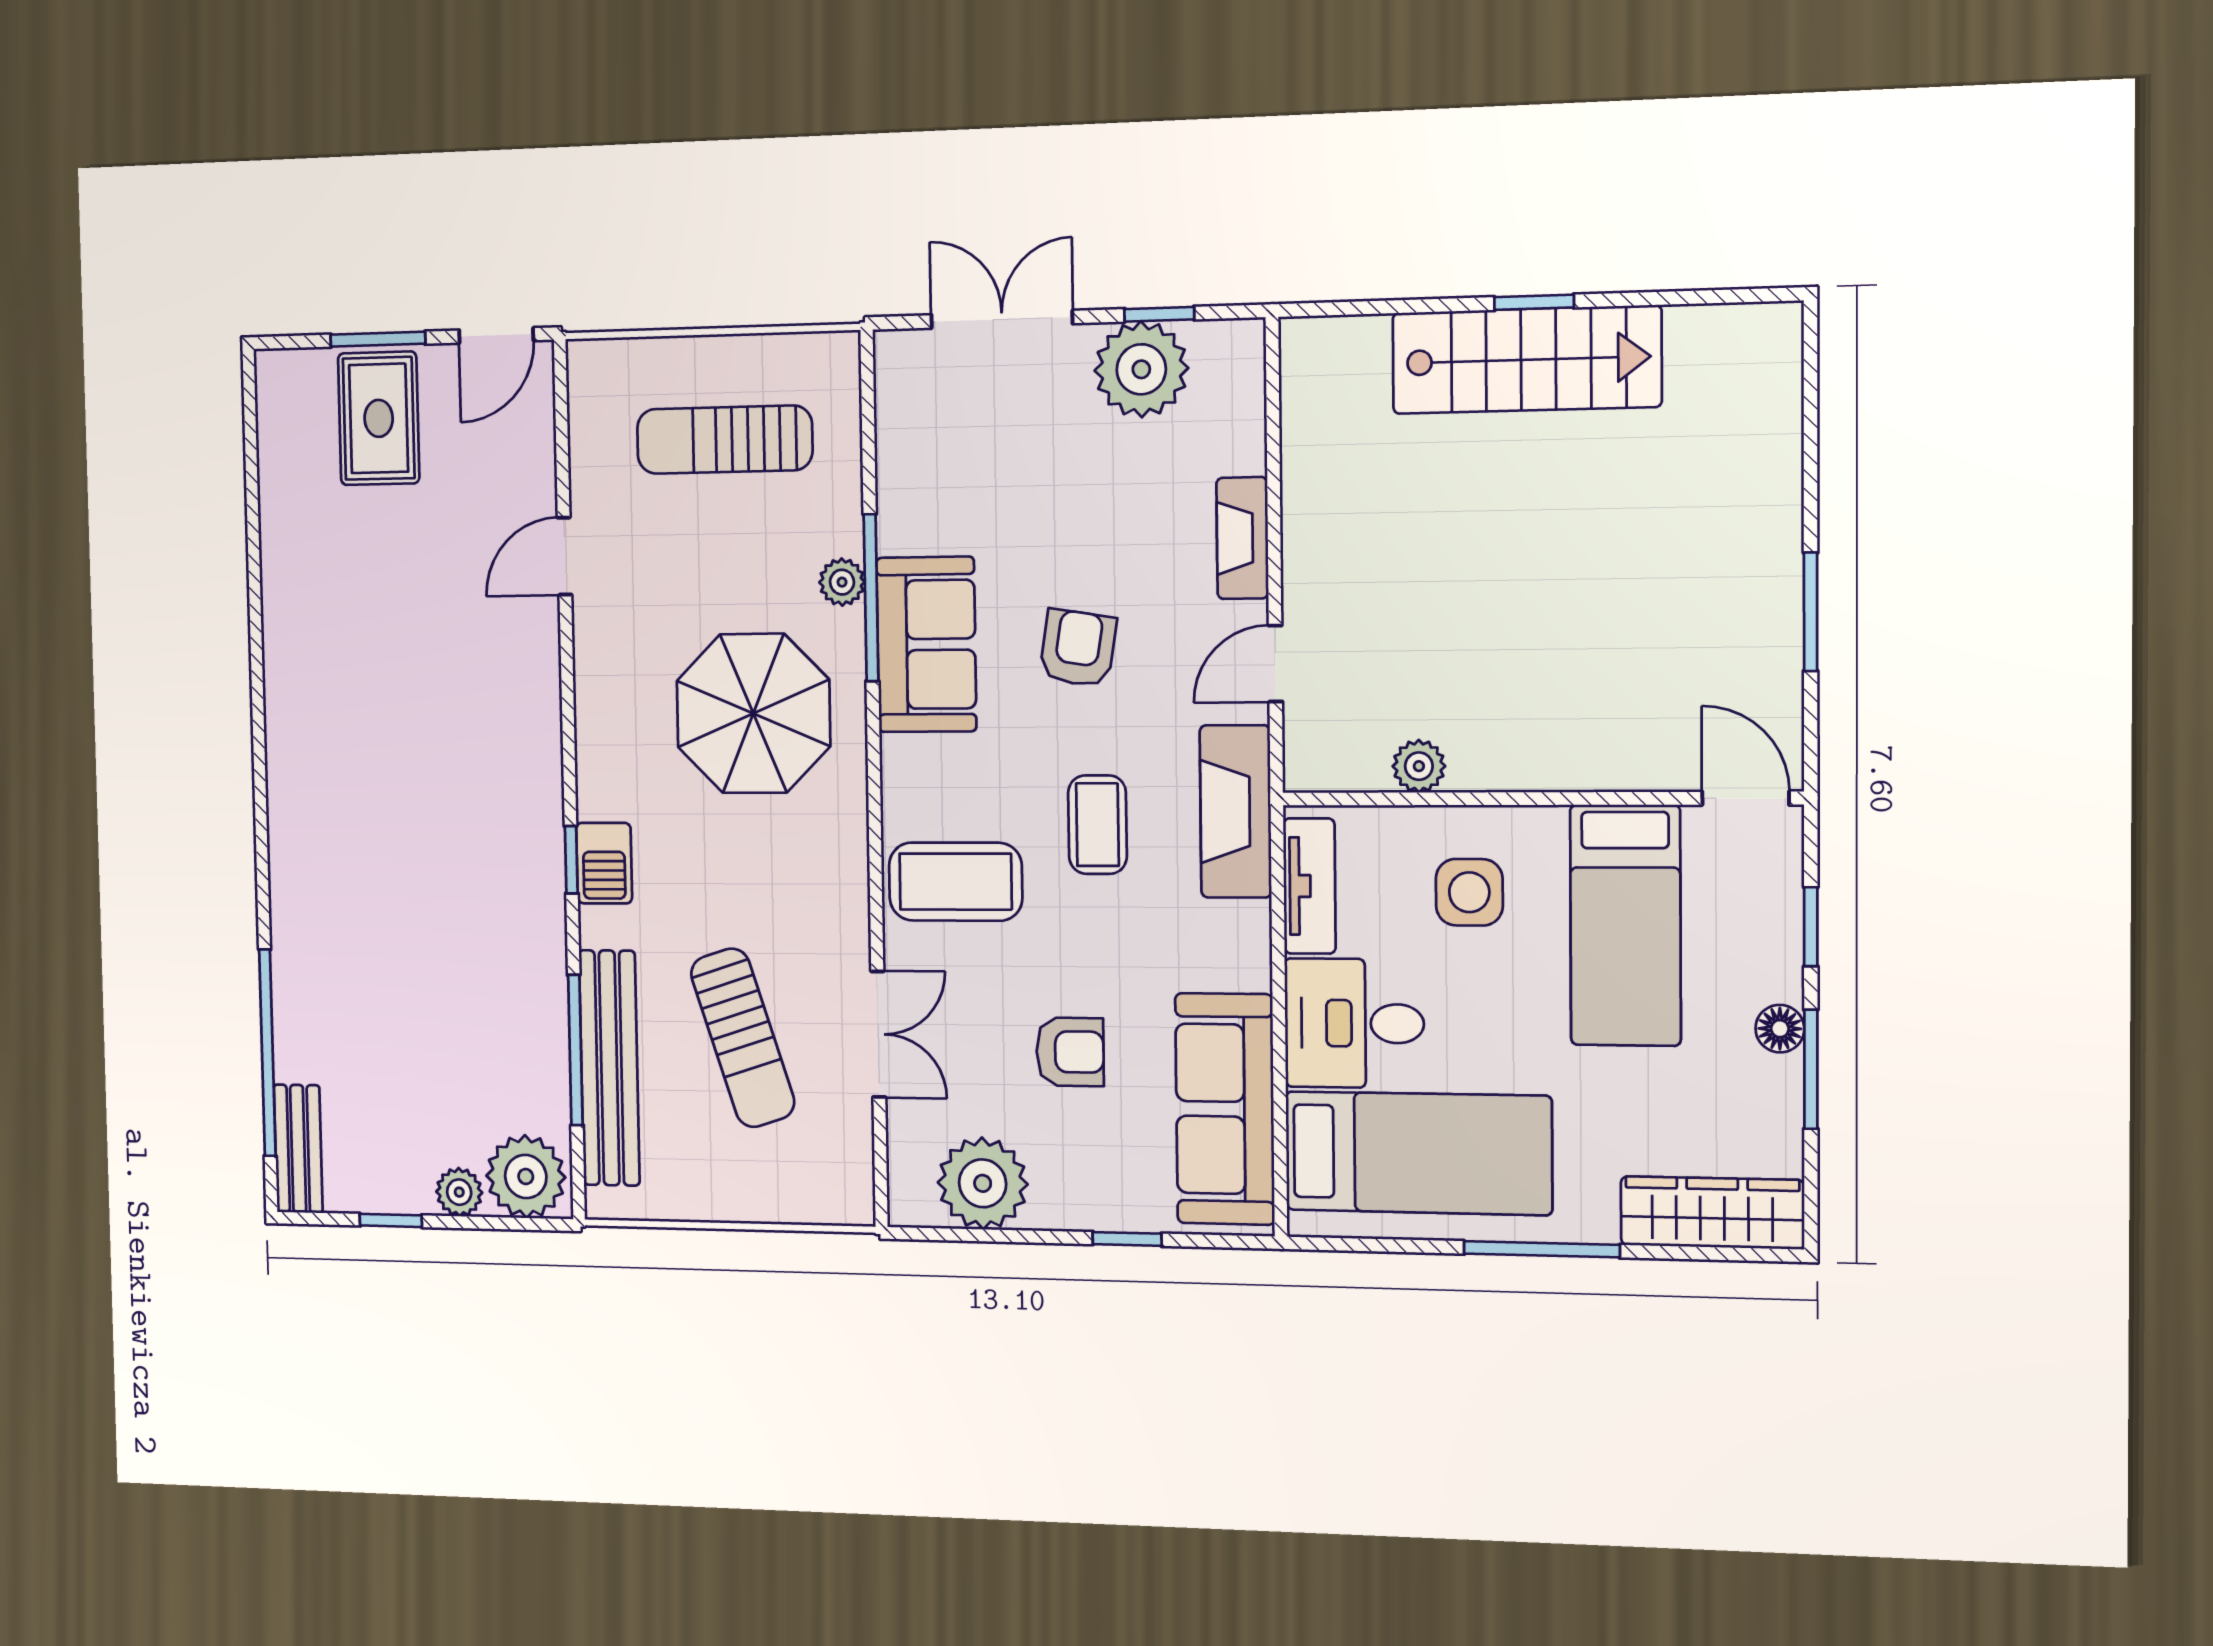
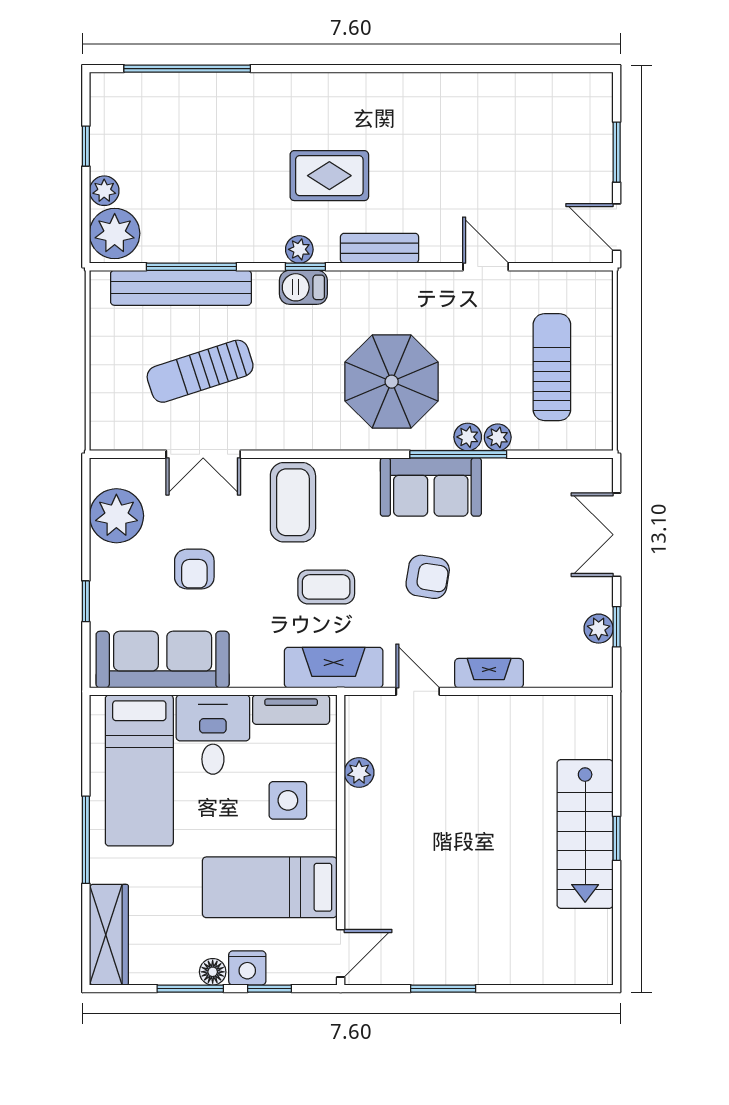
double door: (1002, 319) -> (617, 535), swing flipped
plant: (1141, 369) -> (599, 629), width x0.53, depth x0.53
rug: (379, 418) -> (329, 176), moved
plant: (842, 530) -> (498, 437), added
plant: (544, 870) -> (299, 249), added
nightstand: (1773, 966) -> (247, 968), added
bench: (298, 1149) -> (380, 248), moved

